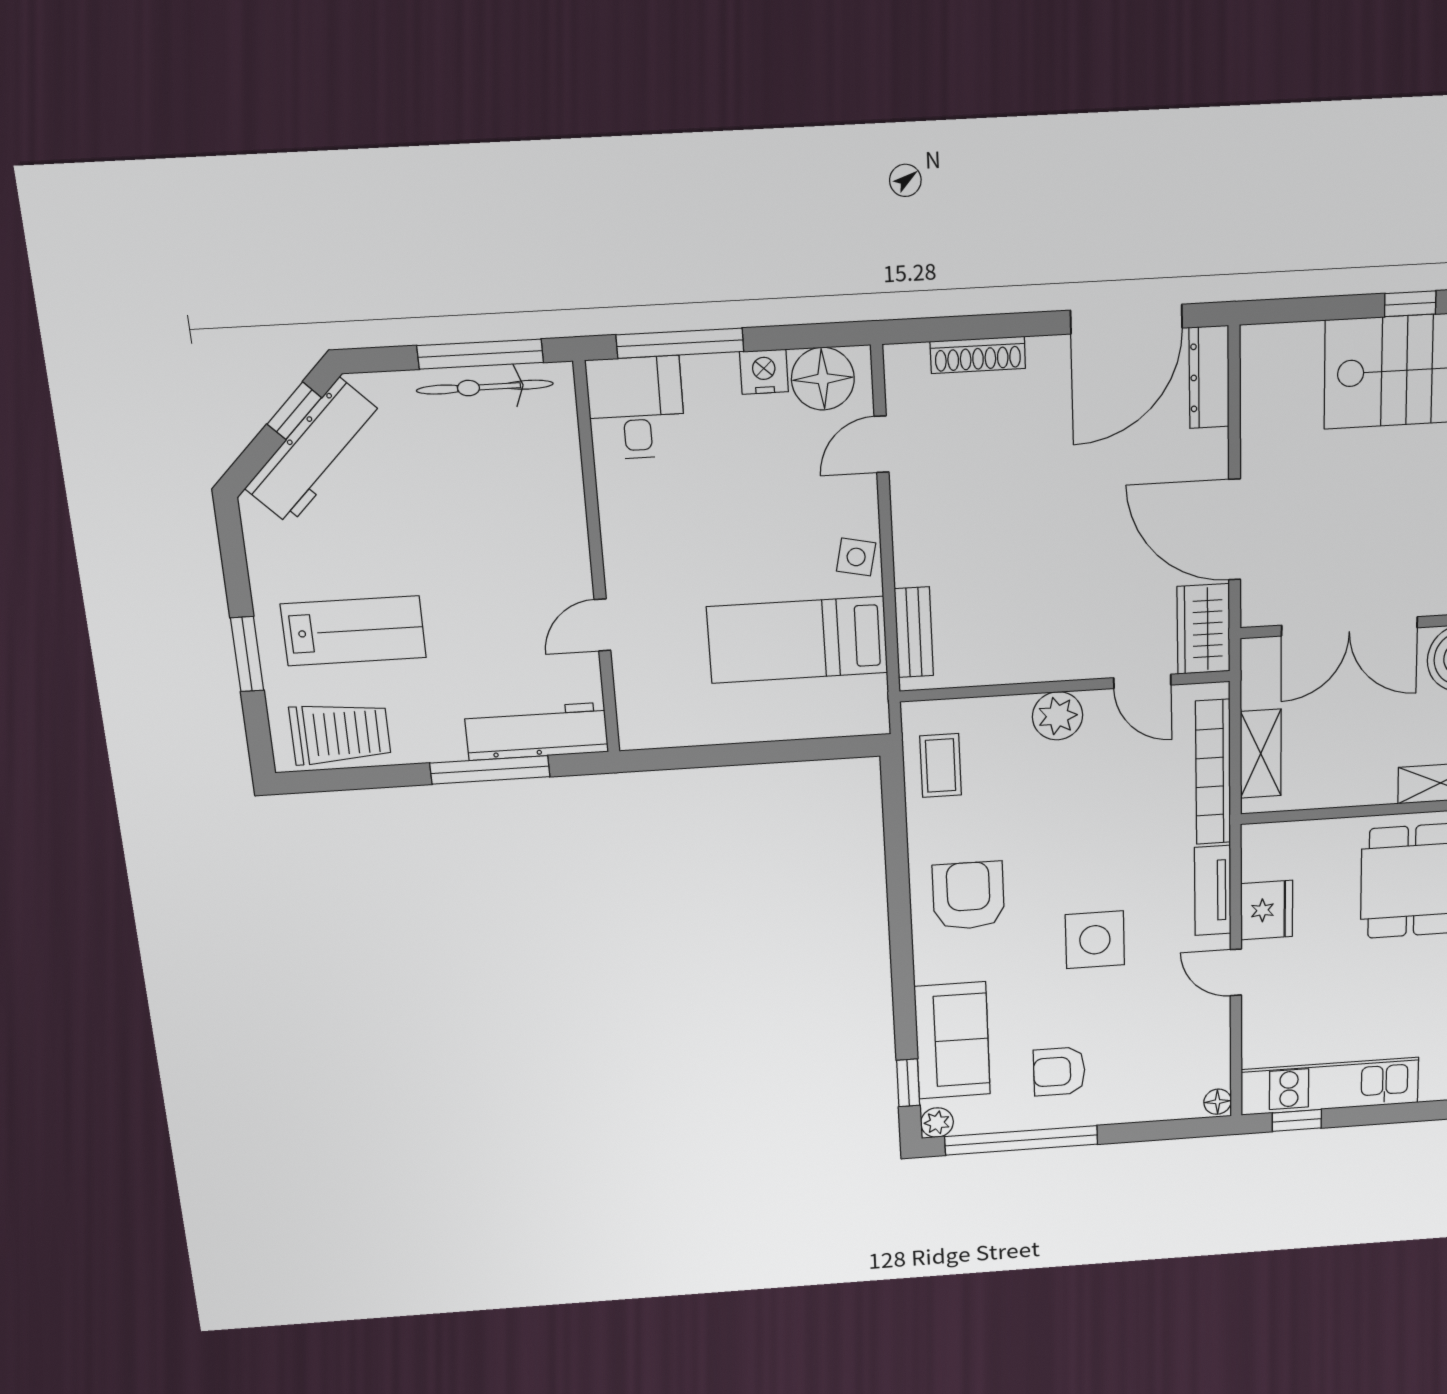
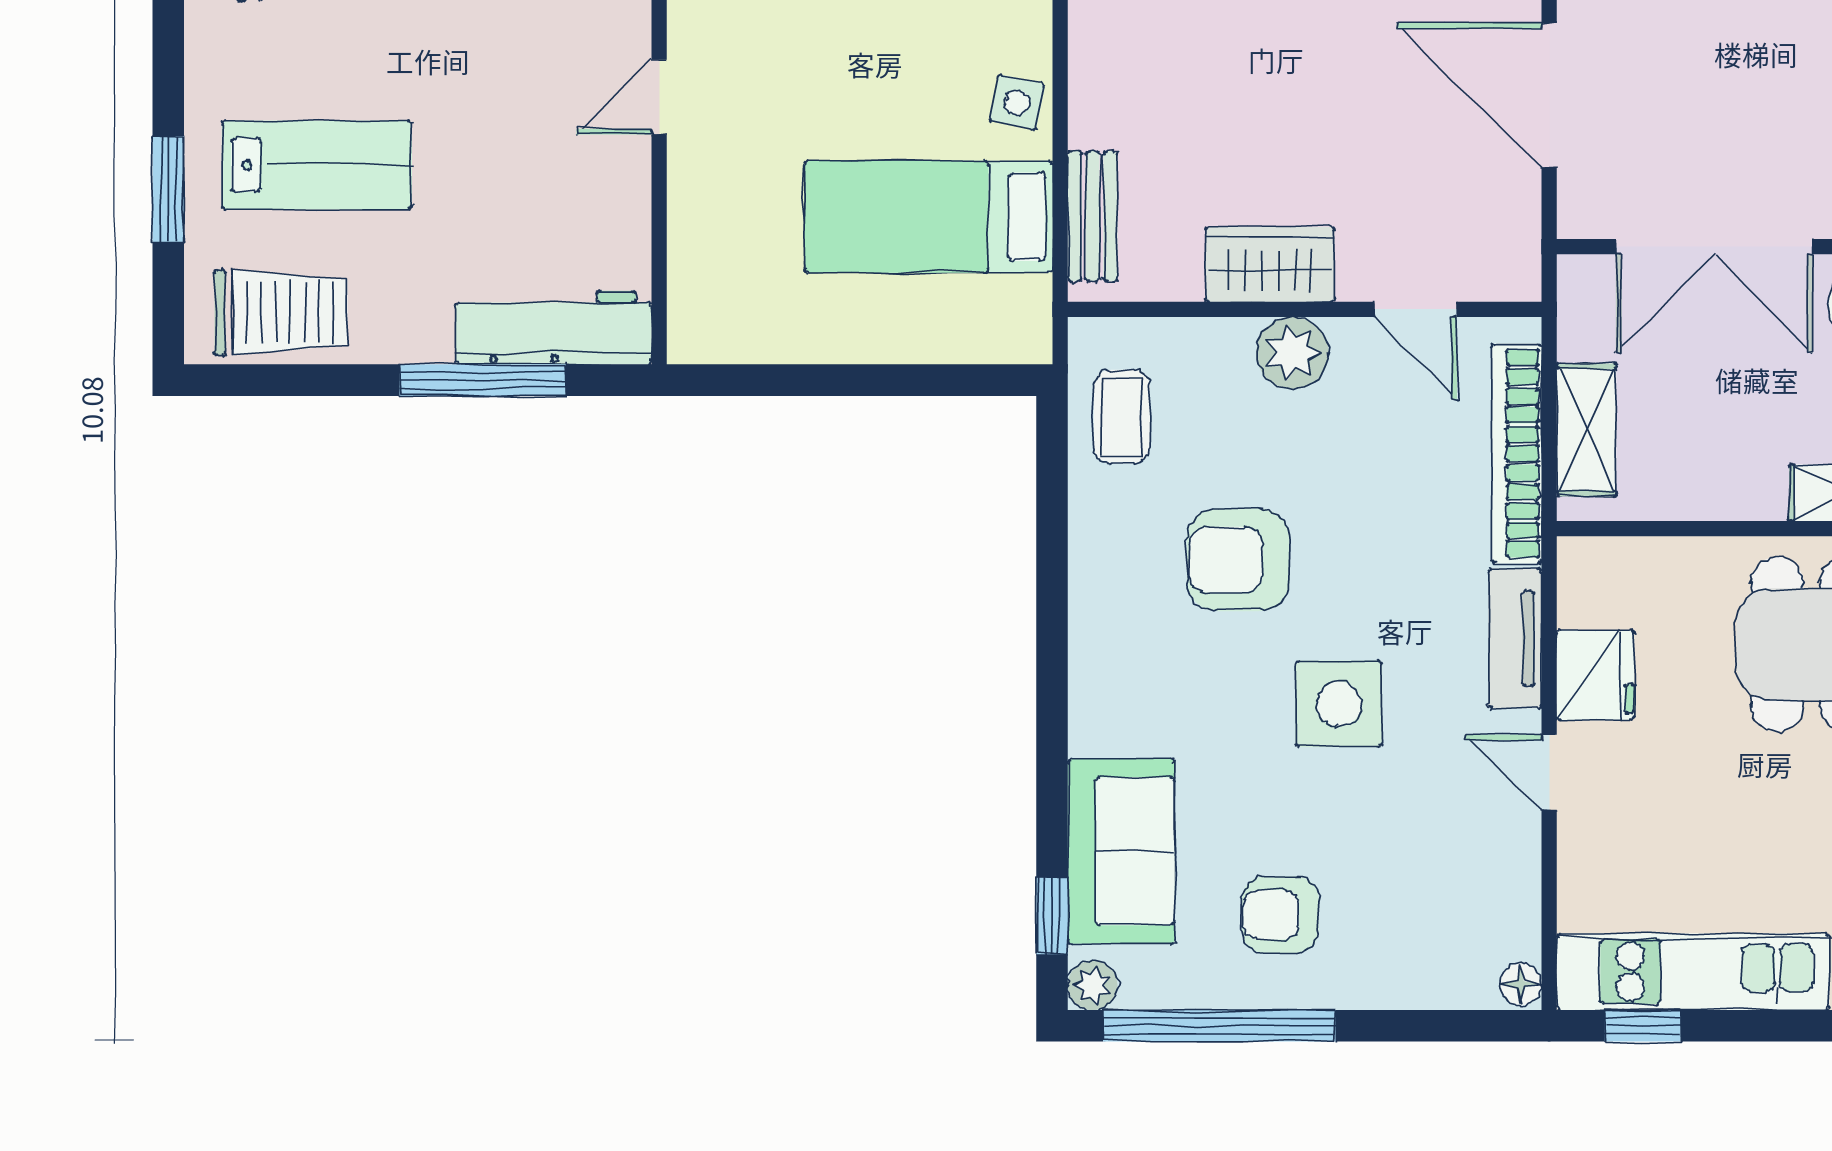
door: (603, 625) -> (659, 97), moved
wardrobe: (1204, 629) -> (1270, 264), moved, turned 90
armchair: (968, 896) -> (1238, 560), moved, turned -90

